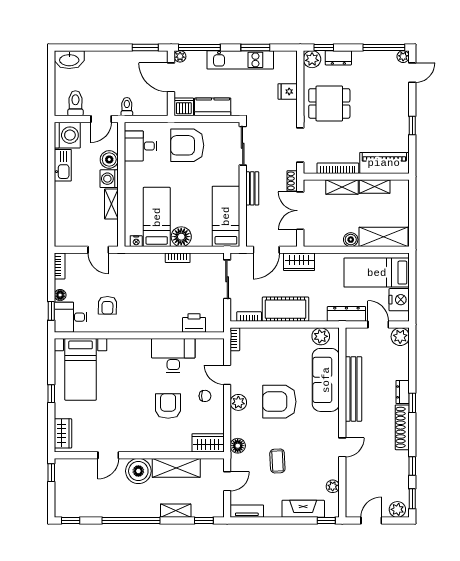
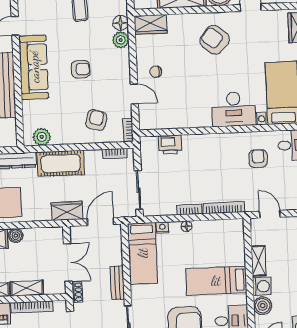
bed: (157, 217) -> (216, 281), moved, turned 90
floor lamp: (181, 237) -> (186, 226), width x0.53, depth x0.53
nightstand: (136, 241) -> (162, 228), moved
bookcase: (144, 258) -> (224, 208), added
cot: (286, 309) -> (61, 163), moved
armchair: (266, 350) -> (96, 120), added
desk: (173, 355) -> (234, 109), moved
sofa: (326, 380) -> (34, 67), moved
plant: (238, 402) -> (121, 40), moved
armchair: (279, 402) -> (81, 69), width x0.53, depth x0.53
armchair: (168, 406) -> (215, 40), moved, turned 130

